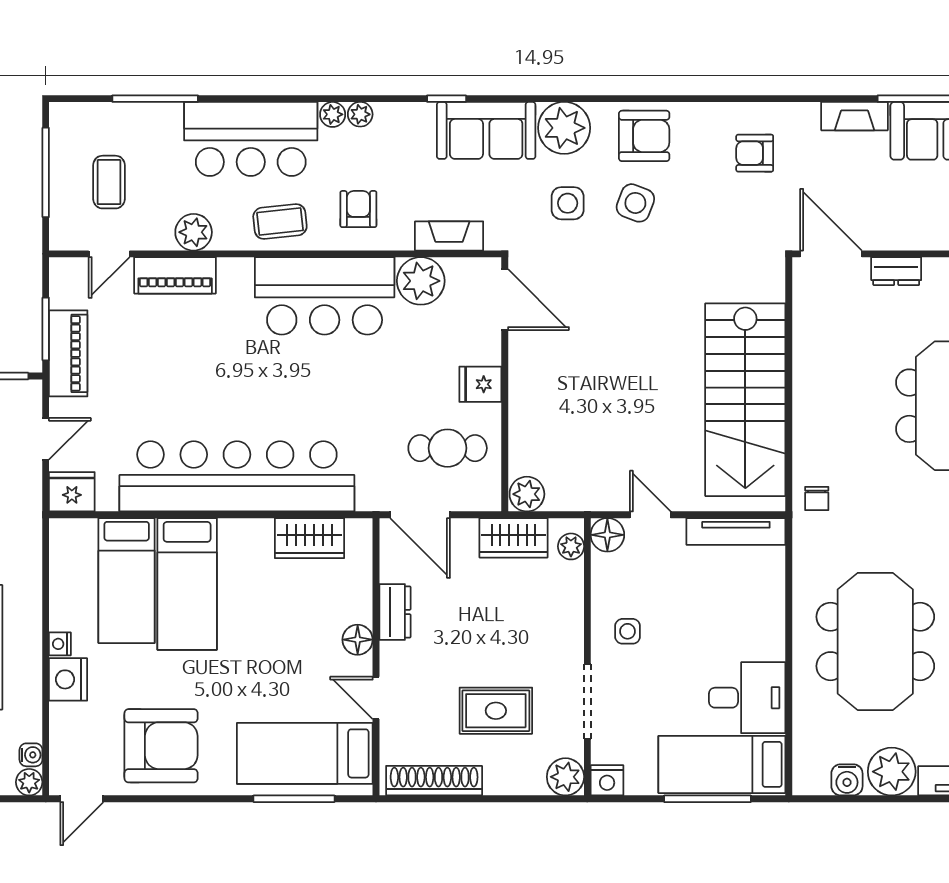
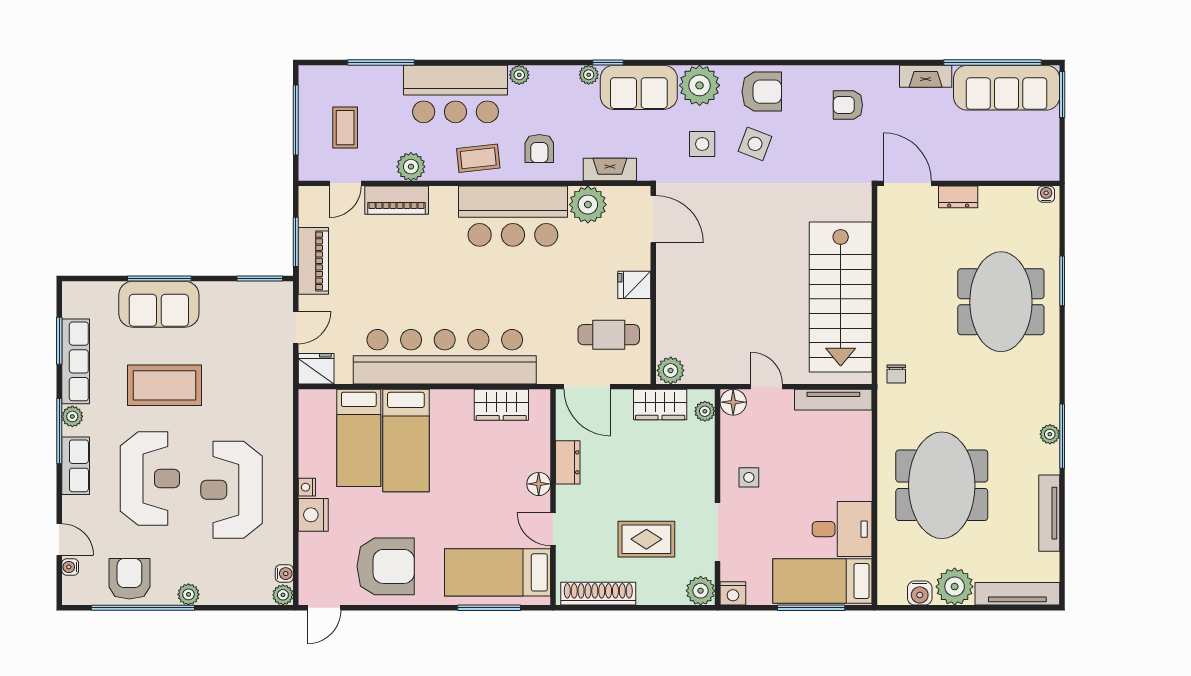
plant: (360, 114) -> (589, 75), moved
armchair: (358, 209) -> (539, 149), turned 180

